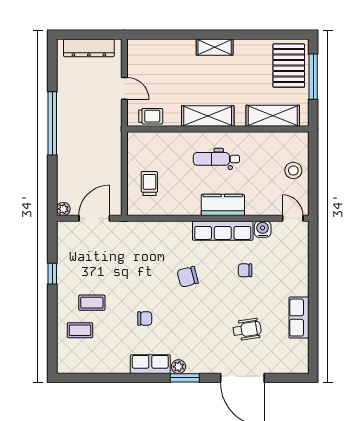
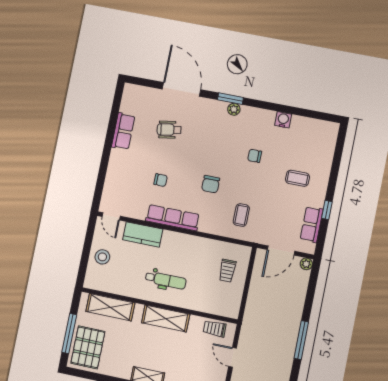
window: (52, 123) -> (301, 340), width x0.68
kitchen counter: (223, 205) -> (143, 234), moved
water cooler: (263, 229) -> (283, 120), moved, turned 180
chair: (188, 277) -> (211, 184), turned 104
coffee table: (80, 330) -> (241, 215), moved, turned 90
row of seats: (150, 364) -> (312, 224), moved, turned 90

